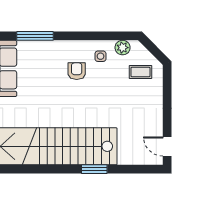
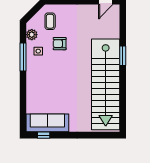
window: (35, 36) -> (23, 57), moved
armchair: (77, 71) -> (60, 44), moved

